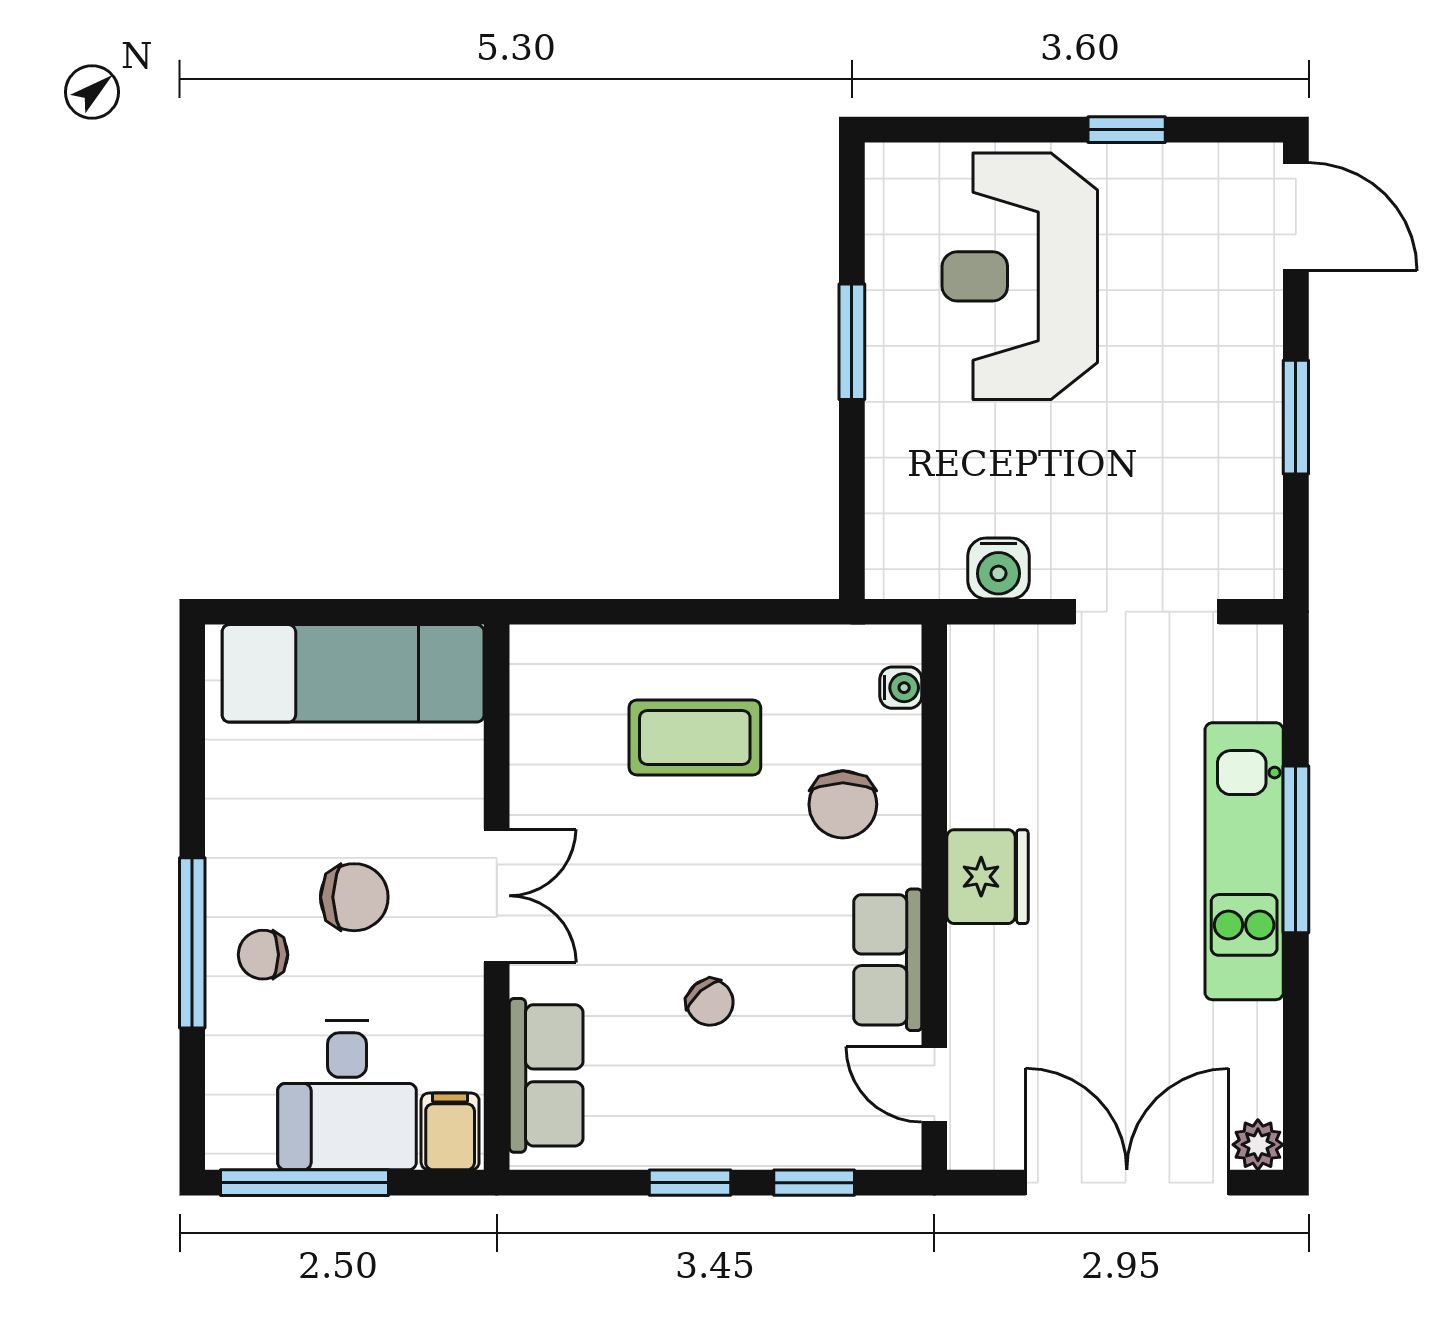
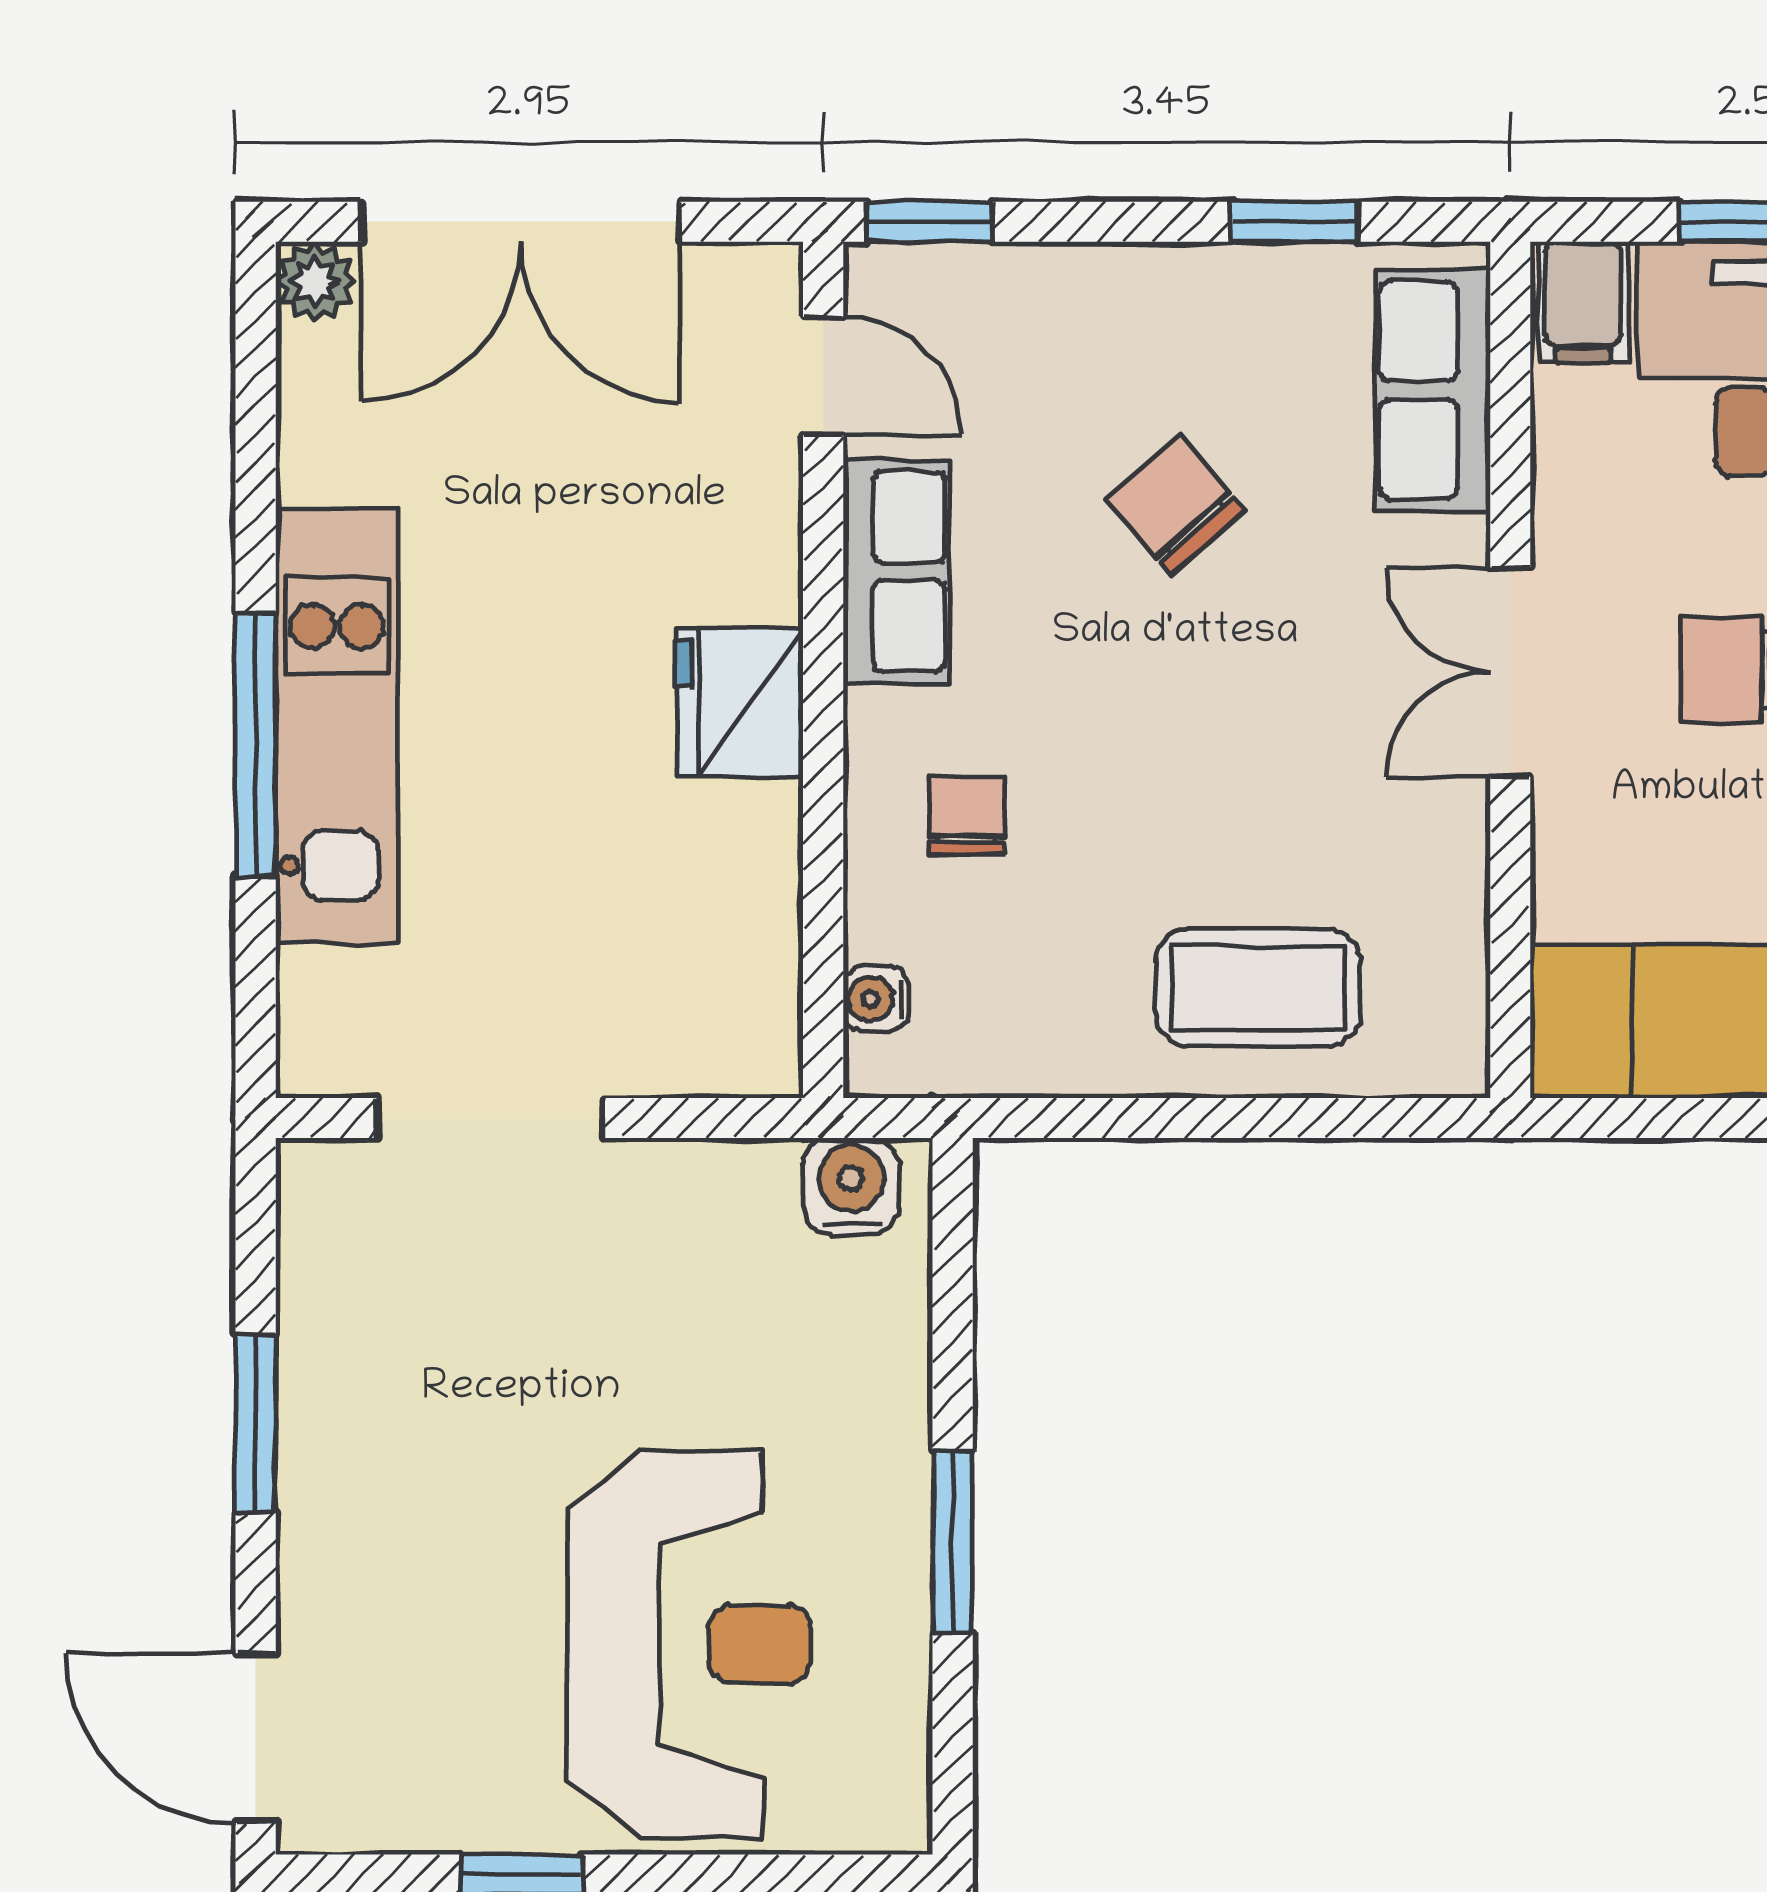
water cooler: (998, 568) -> (851, 1186), moved
coffee table: (695, 737) -> (1258, 988), moved
chair: (843, 804) -> (967, 815), width x0.73, depth x0.73
chair: (710, 1002) -> (1175, 505), width x1.37, depth x1.37
window: (690, 1183) -> (1294, 222), moved
window: (814, 1183) -> (929, 222), moved

